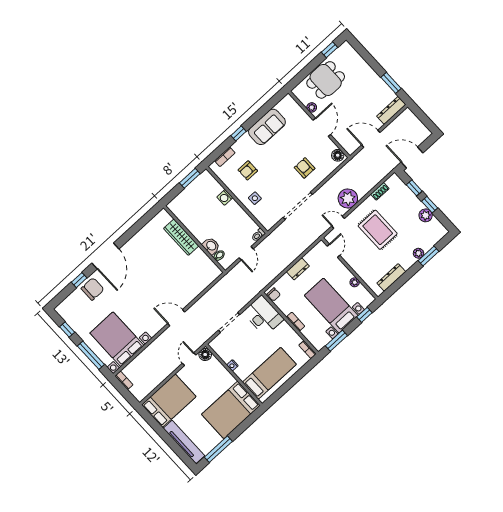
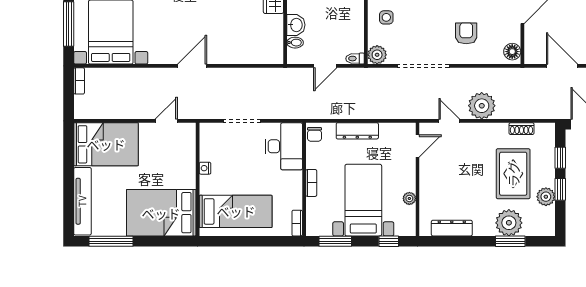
plant: (268, 222) -> (377, 55), added
rug: (378, 230) -> (513, 174), moved
plant: (418, 253) -> (509, 223), width x1.88, depth x1.88
dresser: (298, 269) -> (357, 131), width x1.44
door: (176, 318) -> (192, 66), hinge flipped
floor lamp: (205, 355) -> (187, 131), removed

